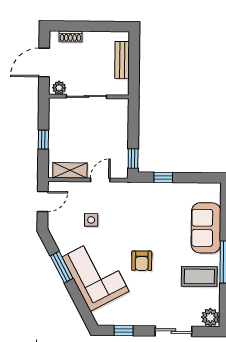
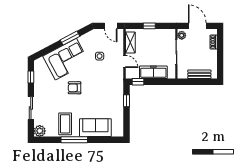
freezer: (118, 134) -> (153, 72), added

